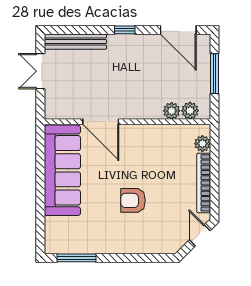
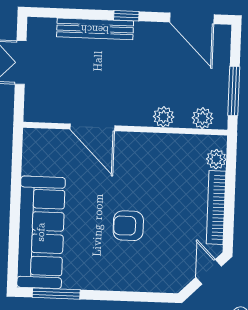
bench: (75, 42) -> (95, 29), moved
window: (215, 74) -> (234, 91), moved
plant: (172, 111) -> (164, 117), moved
sofa: (62, 170) -> (41, 232), moved

